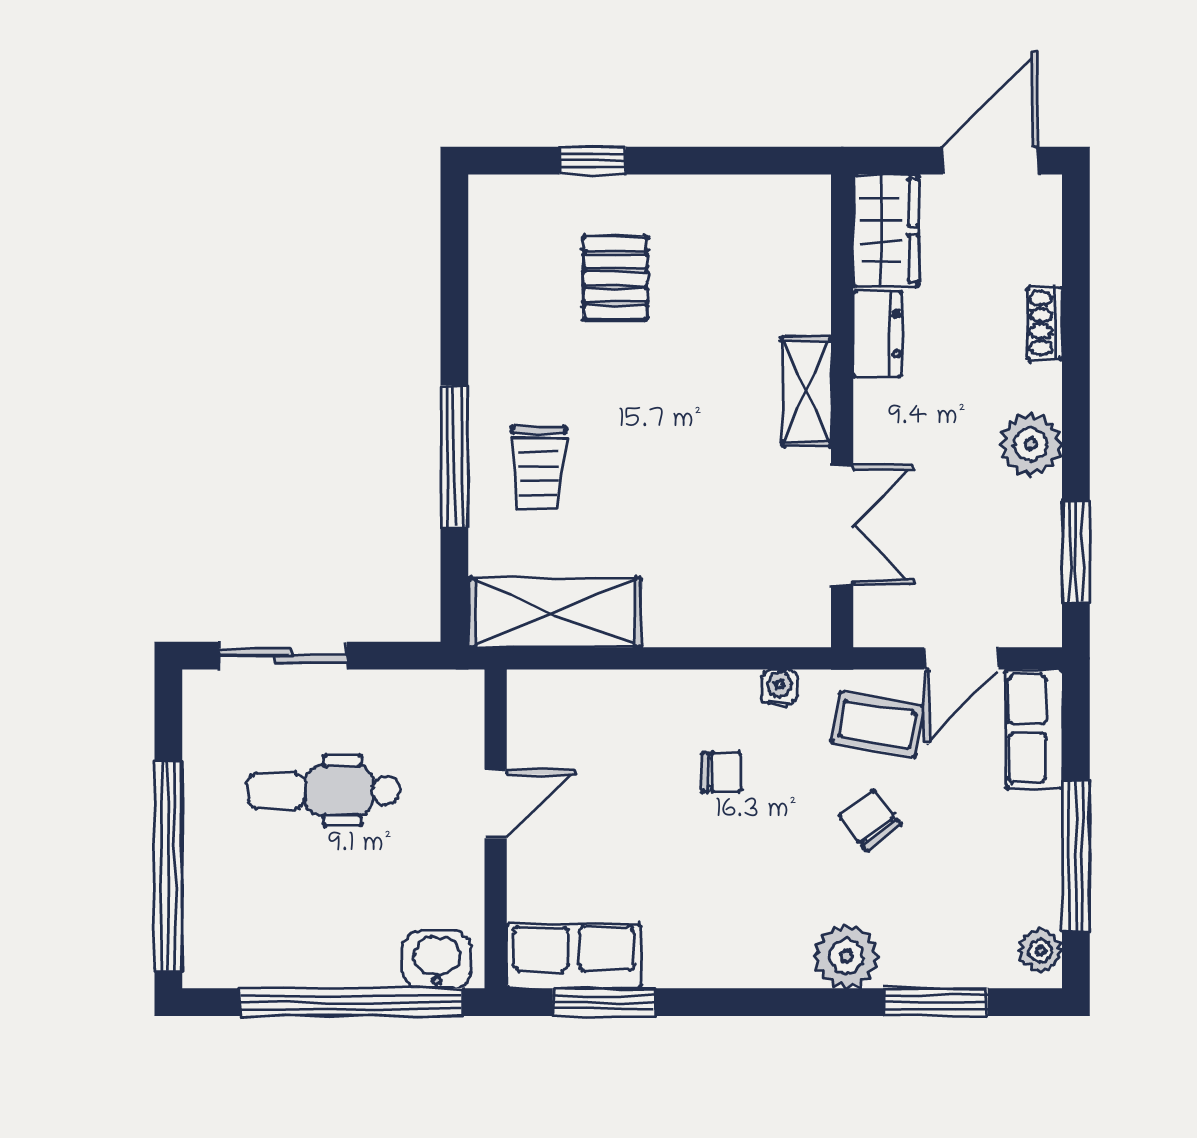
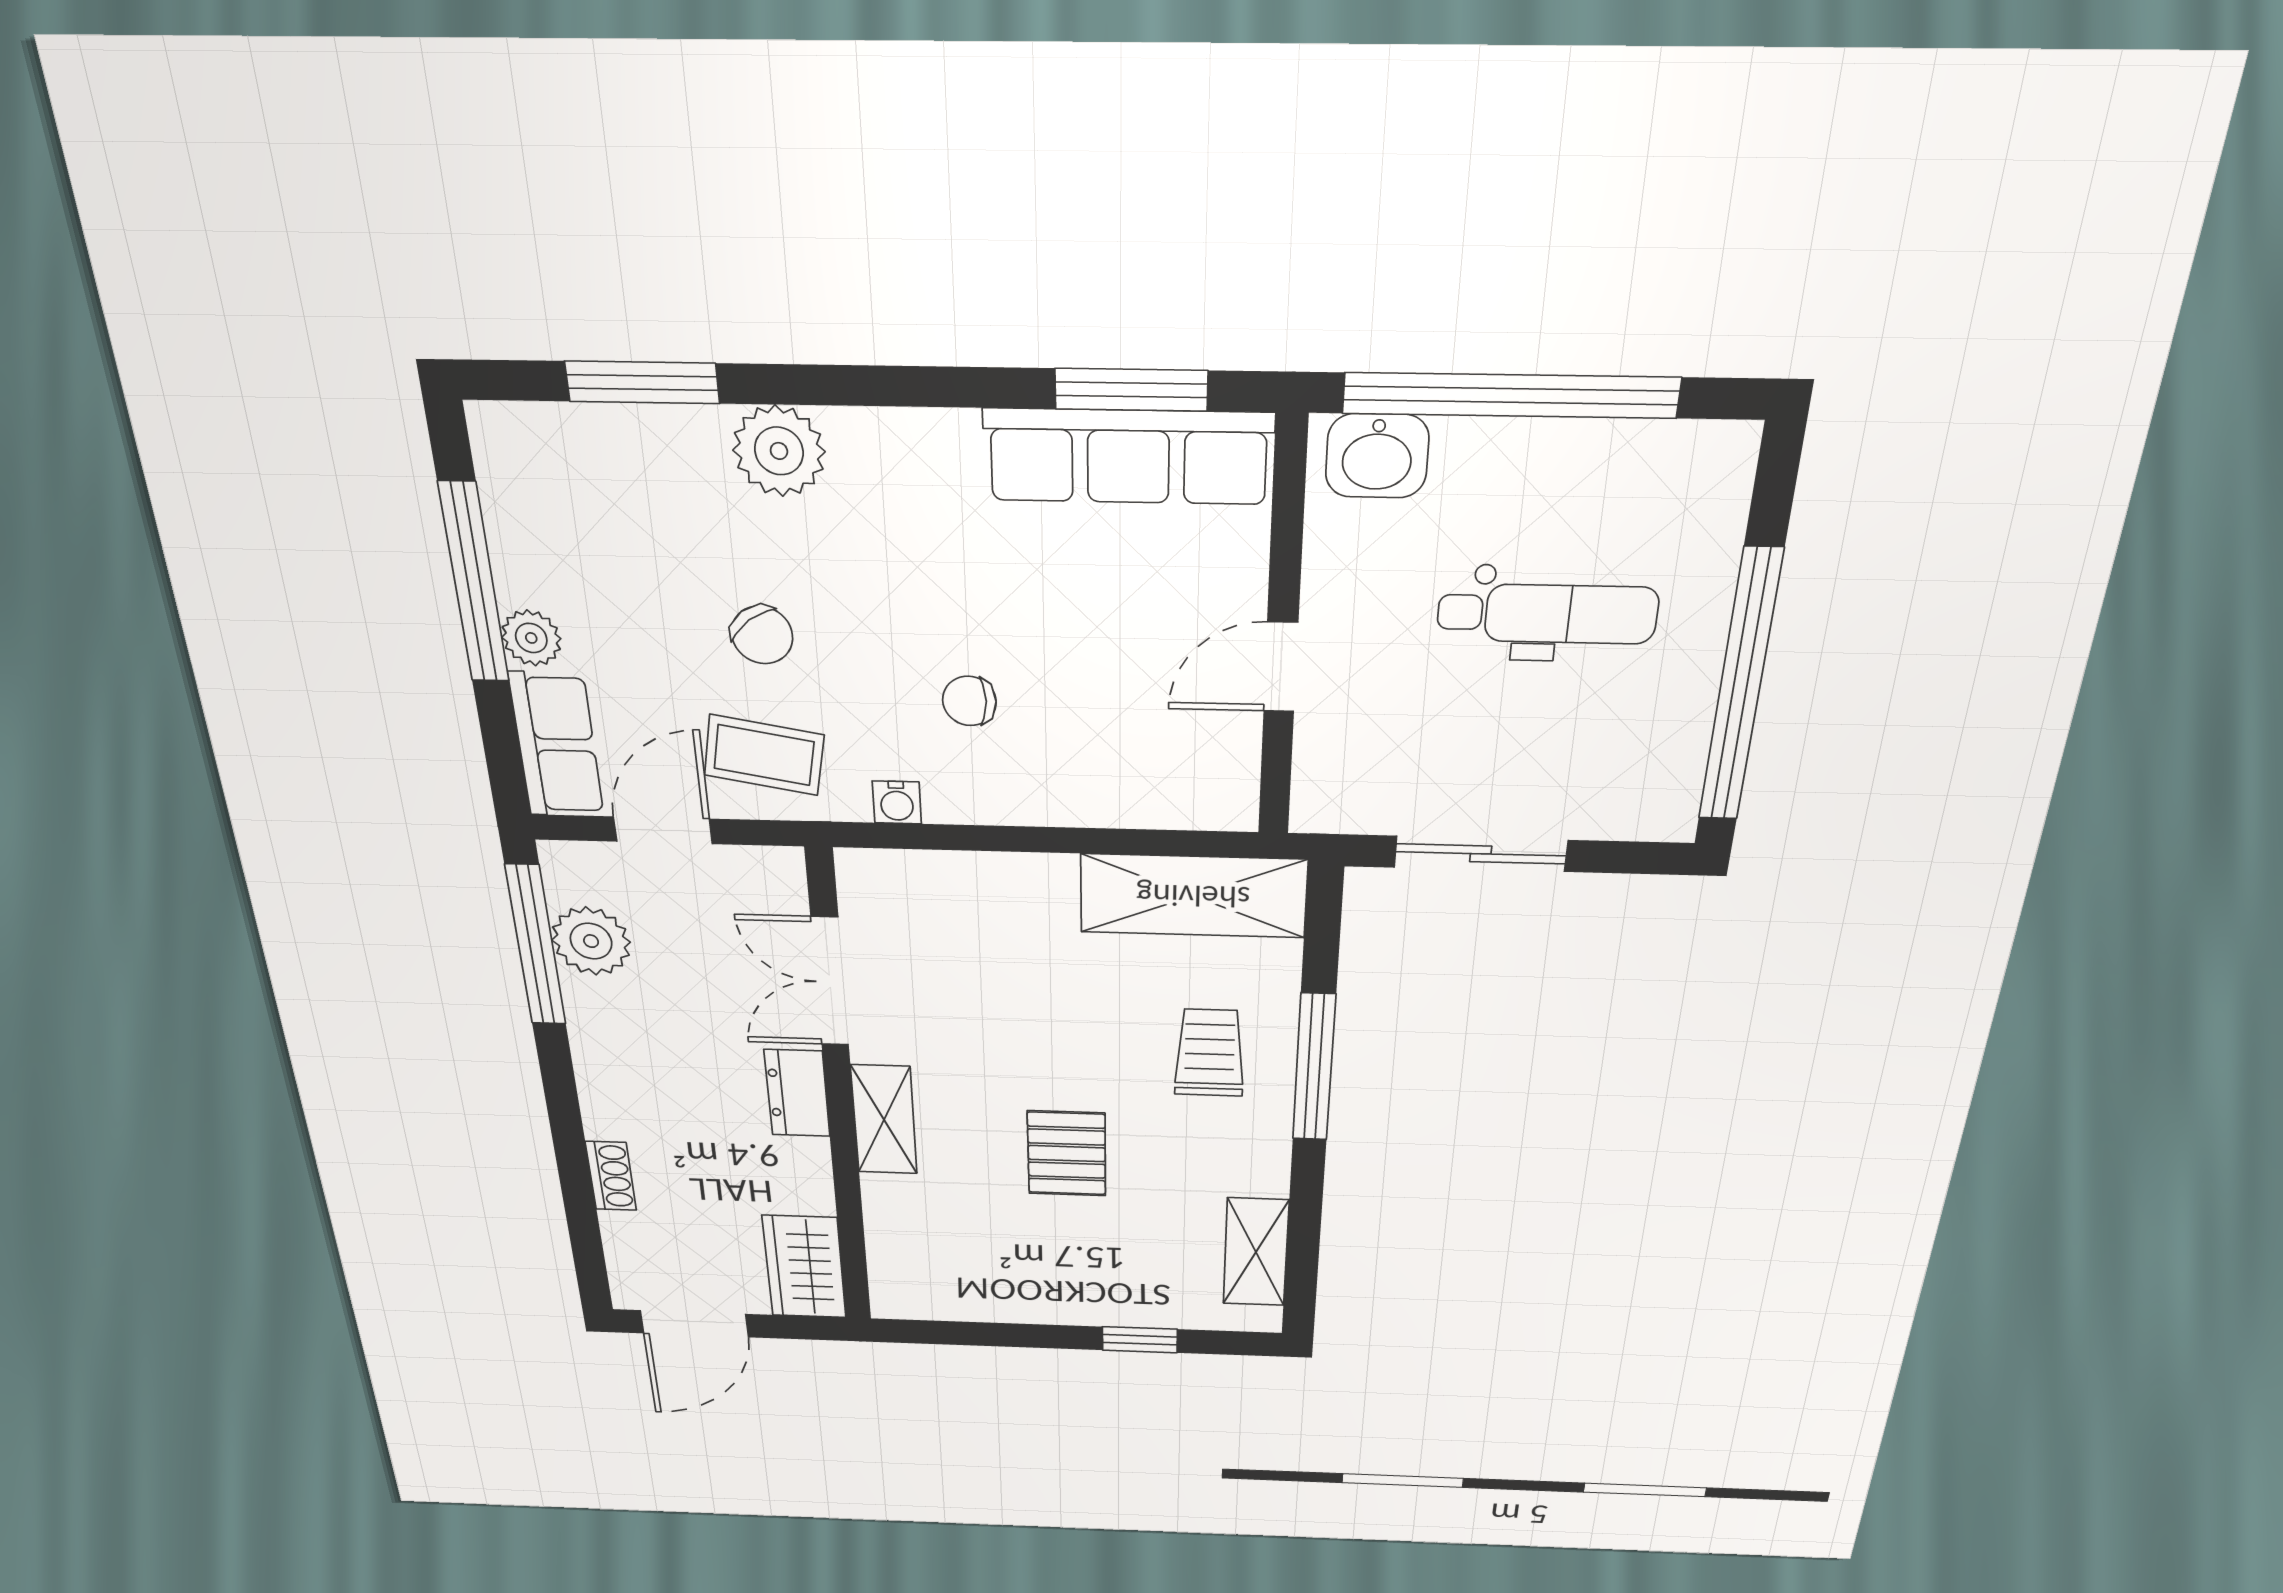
shelving: (494, 264) -> (1256, 1252), added
pallet: (615, 278) -> (1067, 1154), moved
dresser: (877, 334) -> (797, 1093), moved
plant: (1031, 444) -> (591, 941), moved
window: (1076, 552) -> (536, 945), width x1.44
sliding door: (283, 656) -> (1481, 854), moved
dental chair: (323, 791) -> (1547, 614), moved
window: (168, 866) -> (1740, 687), moved
plant: (1040, 950) -> (531, 638), moved
row of seats: (574, 956) -> (1128, 457), width x1.48

